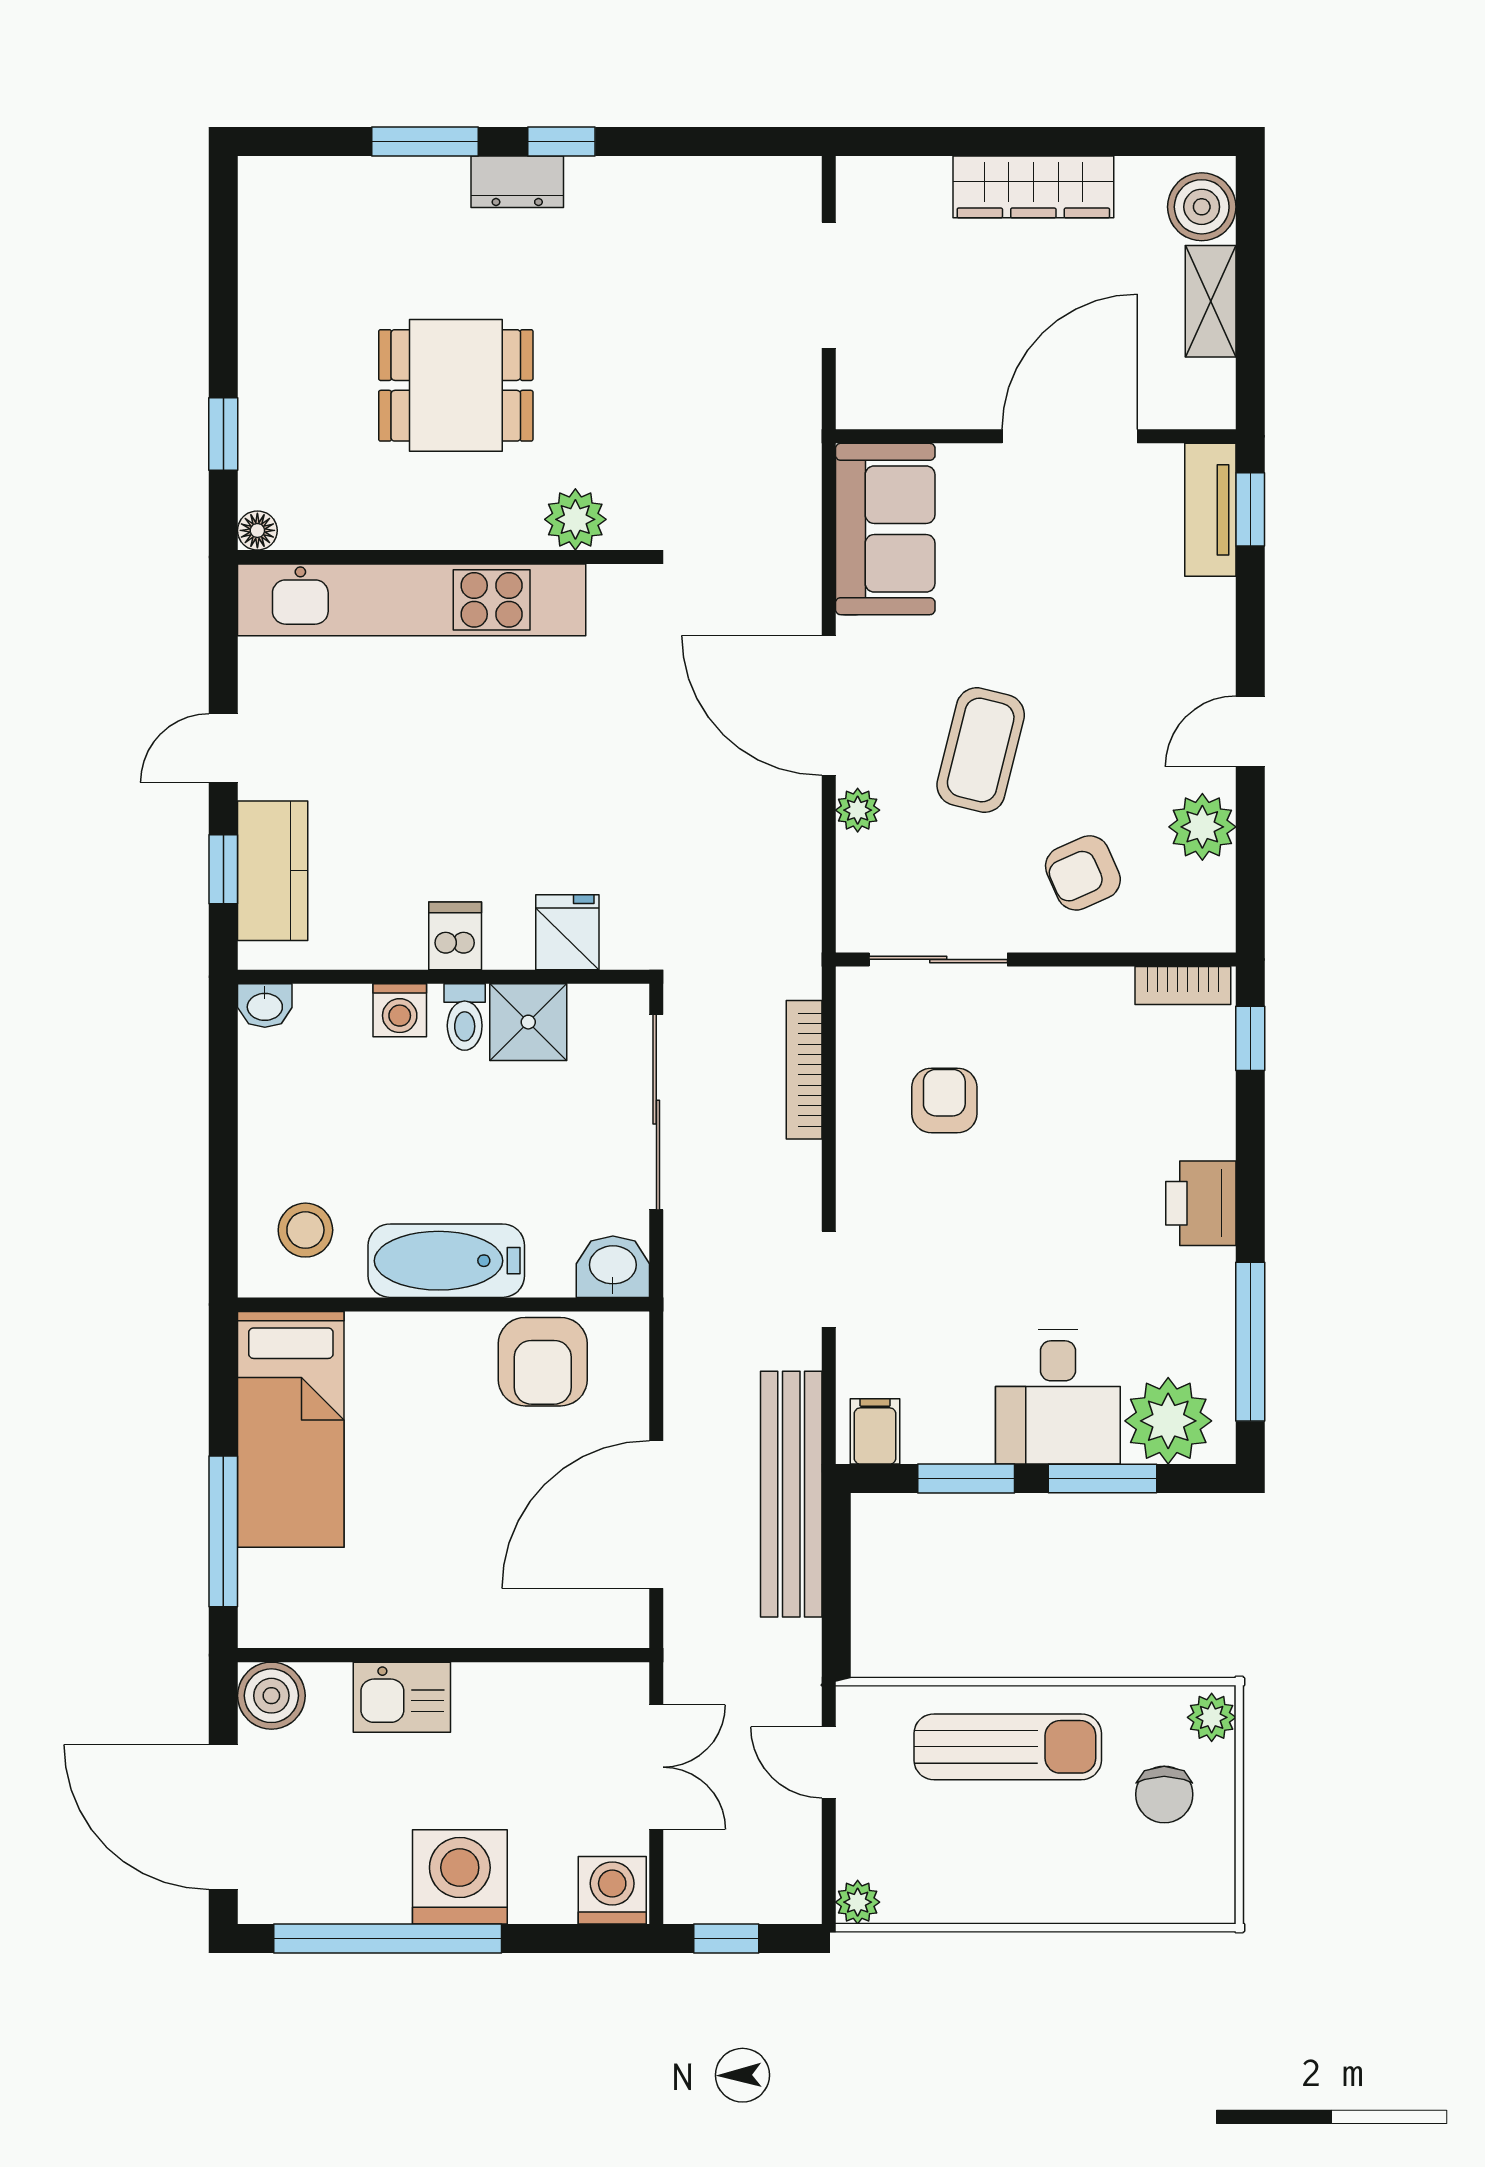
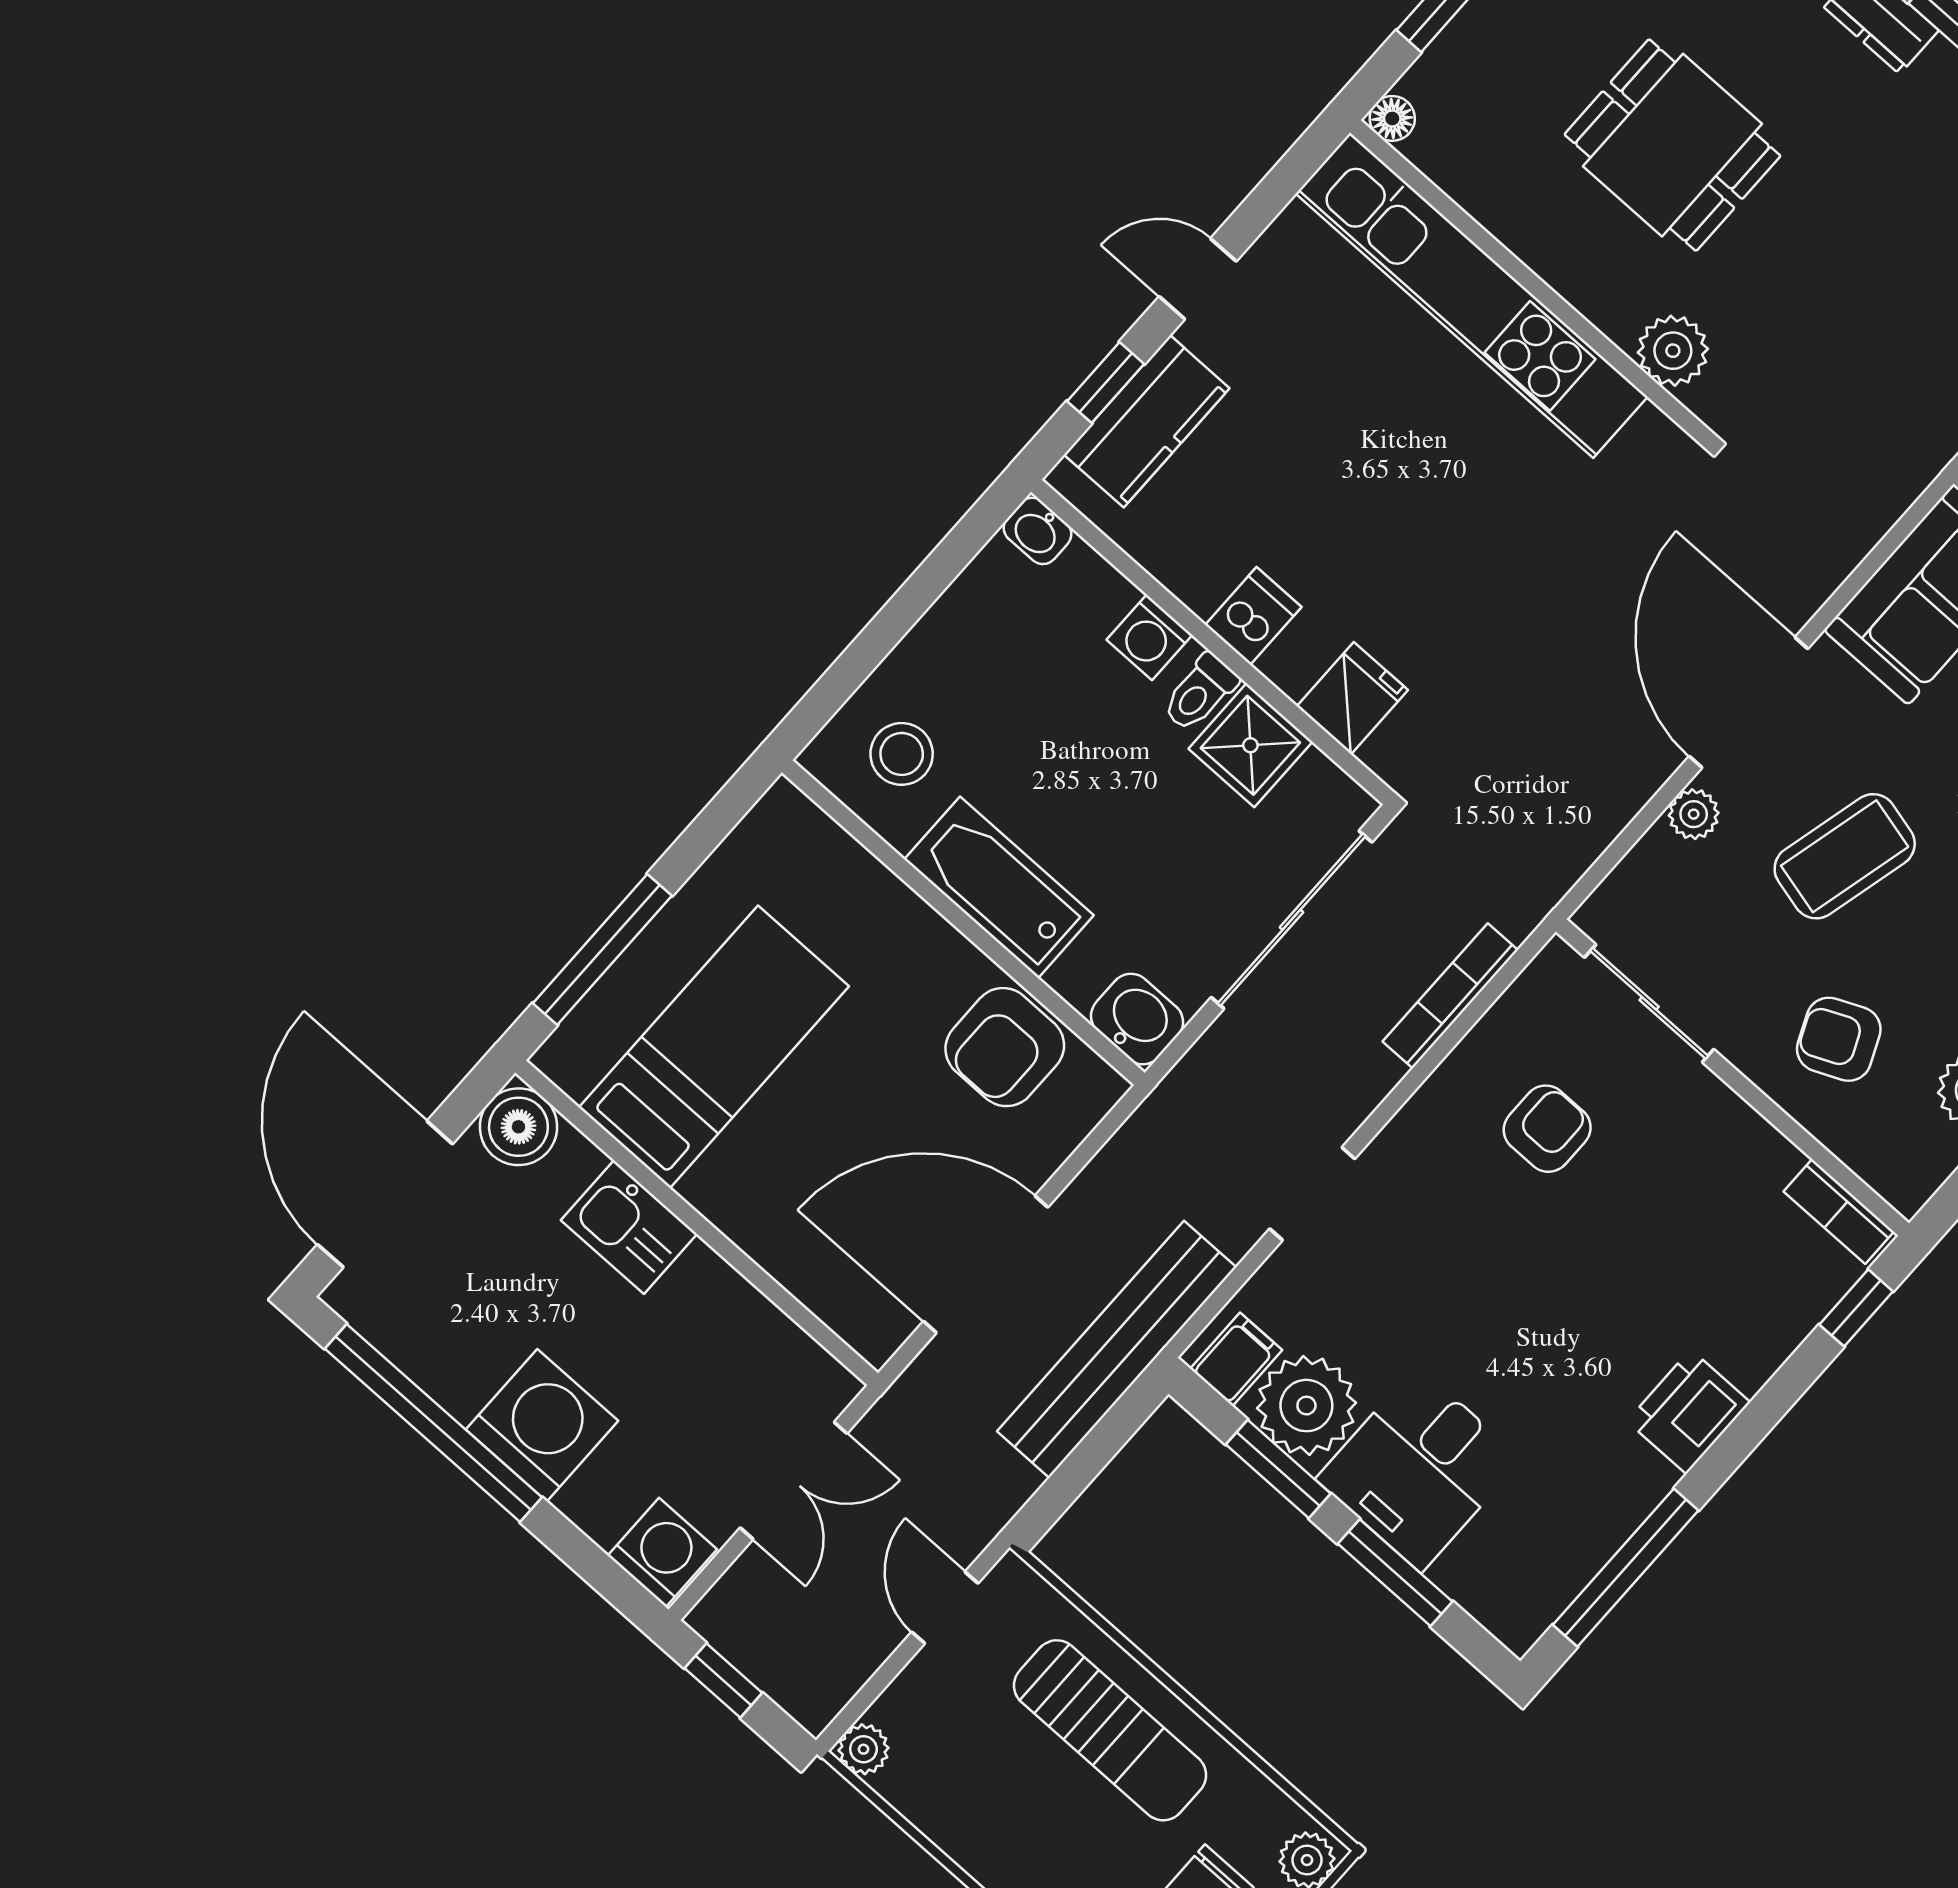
plant: (1168, 1421) -> (1306, 1406), moved
bed: (291, 1429) -> (714, 1047), moved, turned 180

